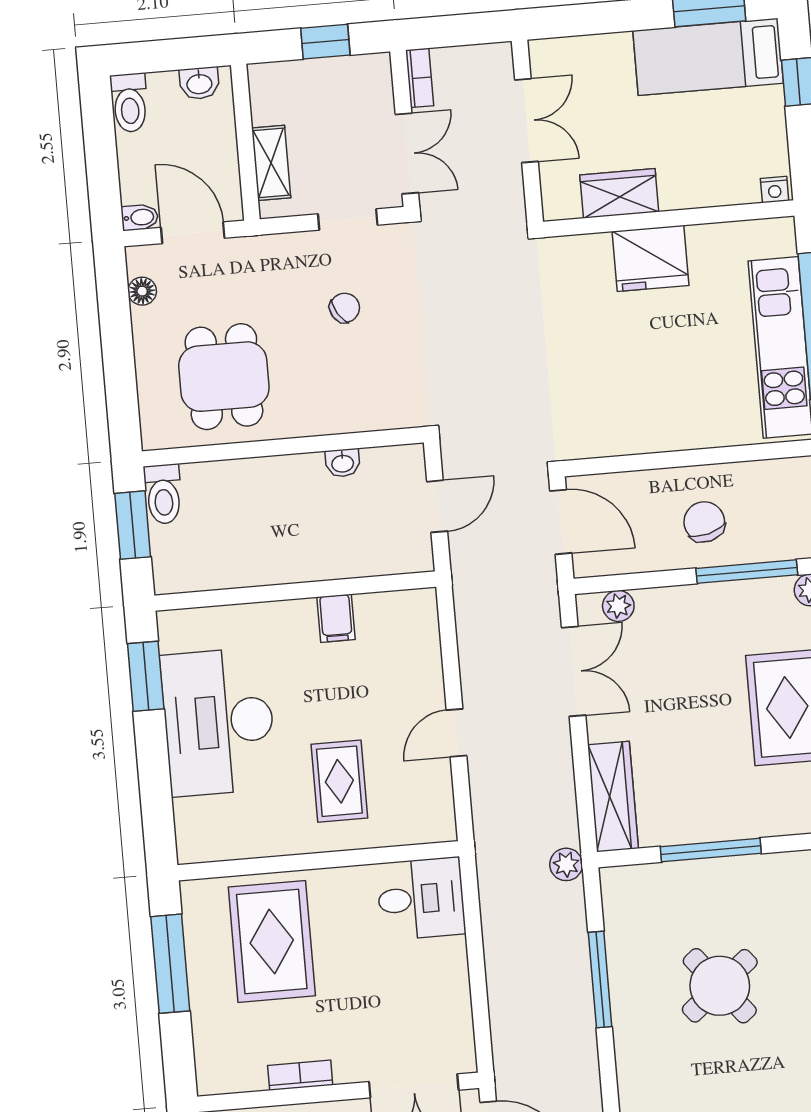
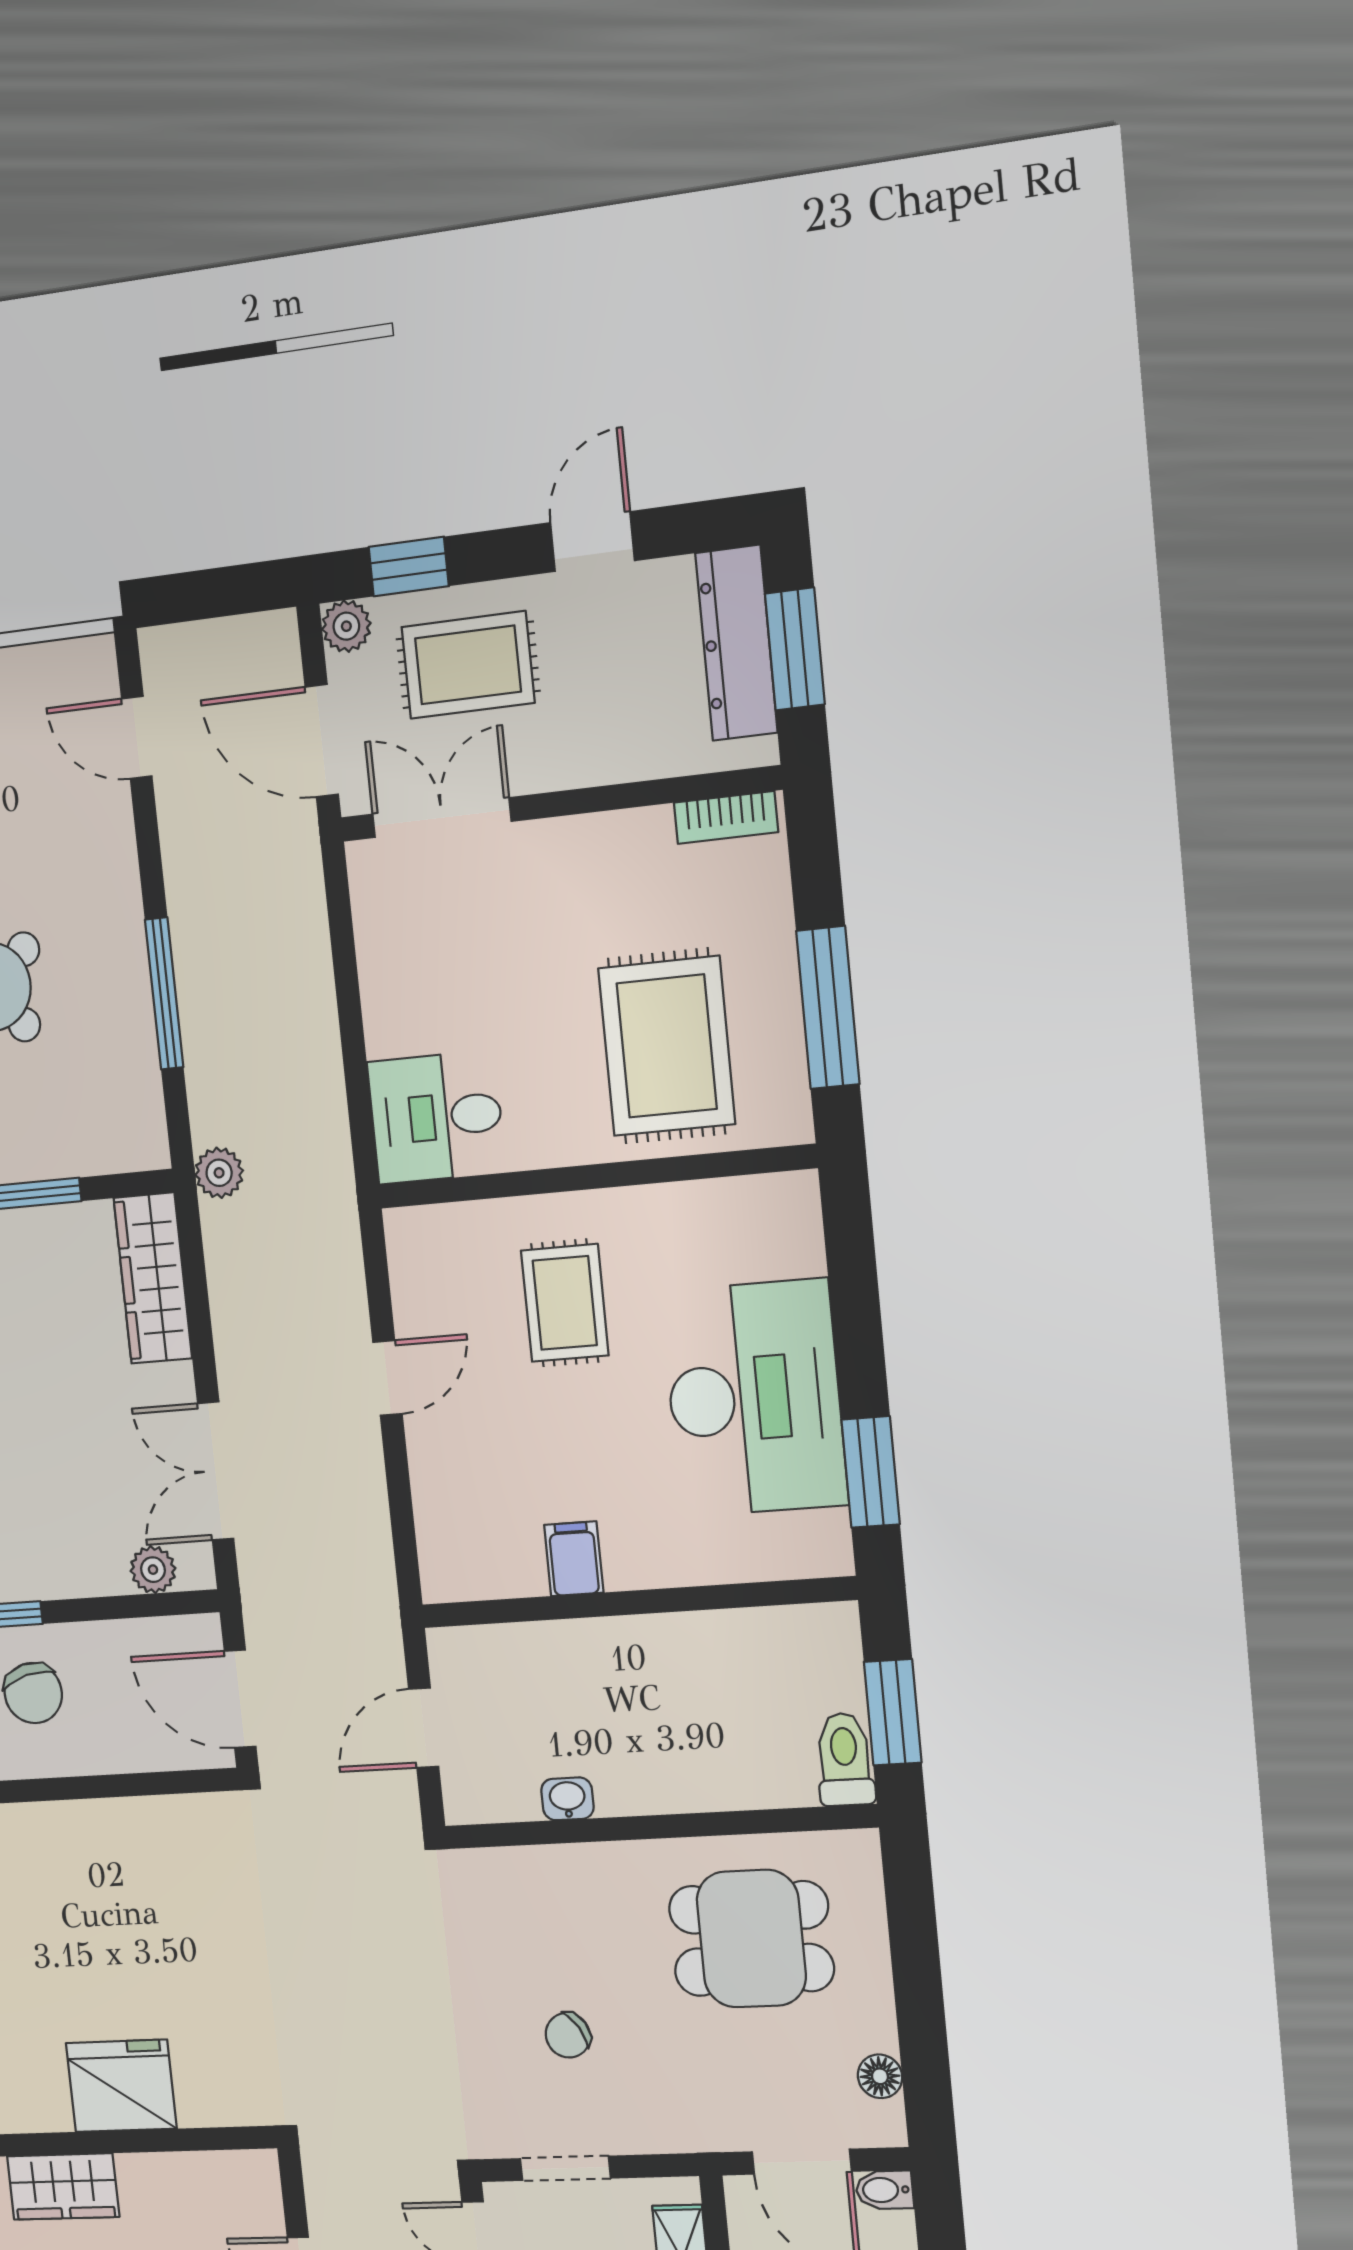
wardrobe: (619, 193) -> (63, 2186), moved
dining table: (224, 377) -> (751, 1939), turned 90
bookcase: (300, 1075) -> (726, 817), moved

